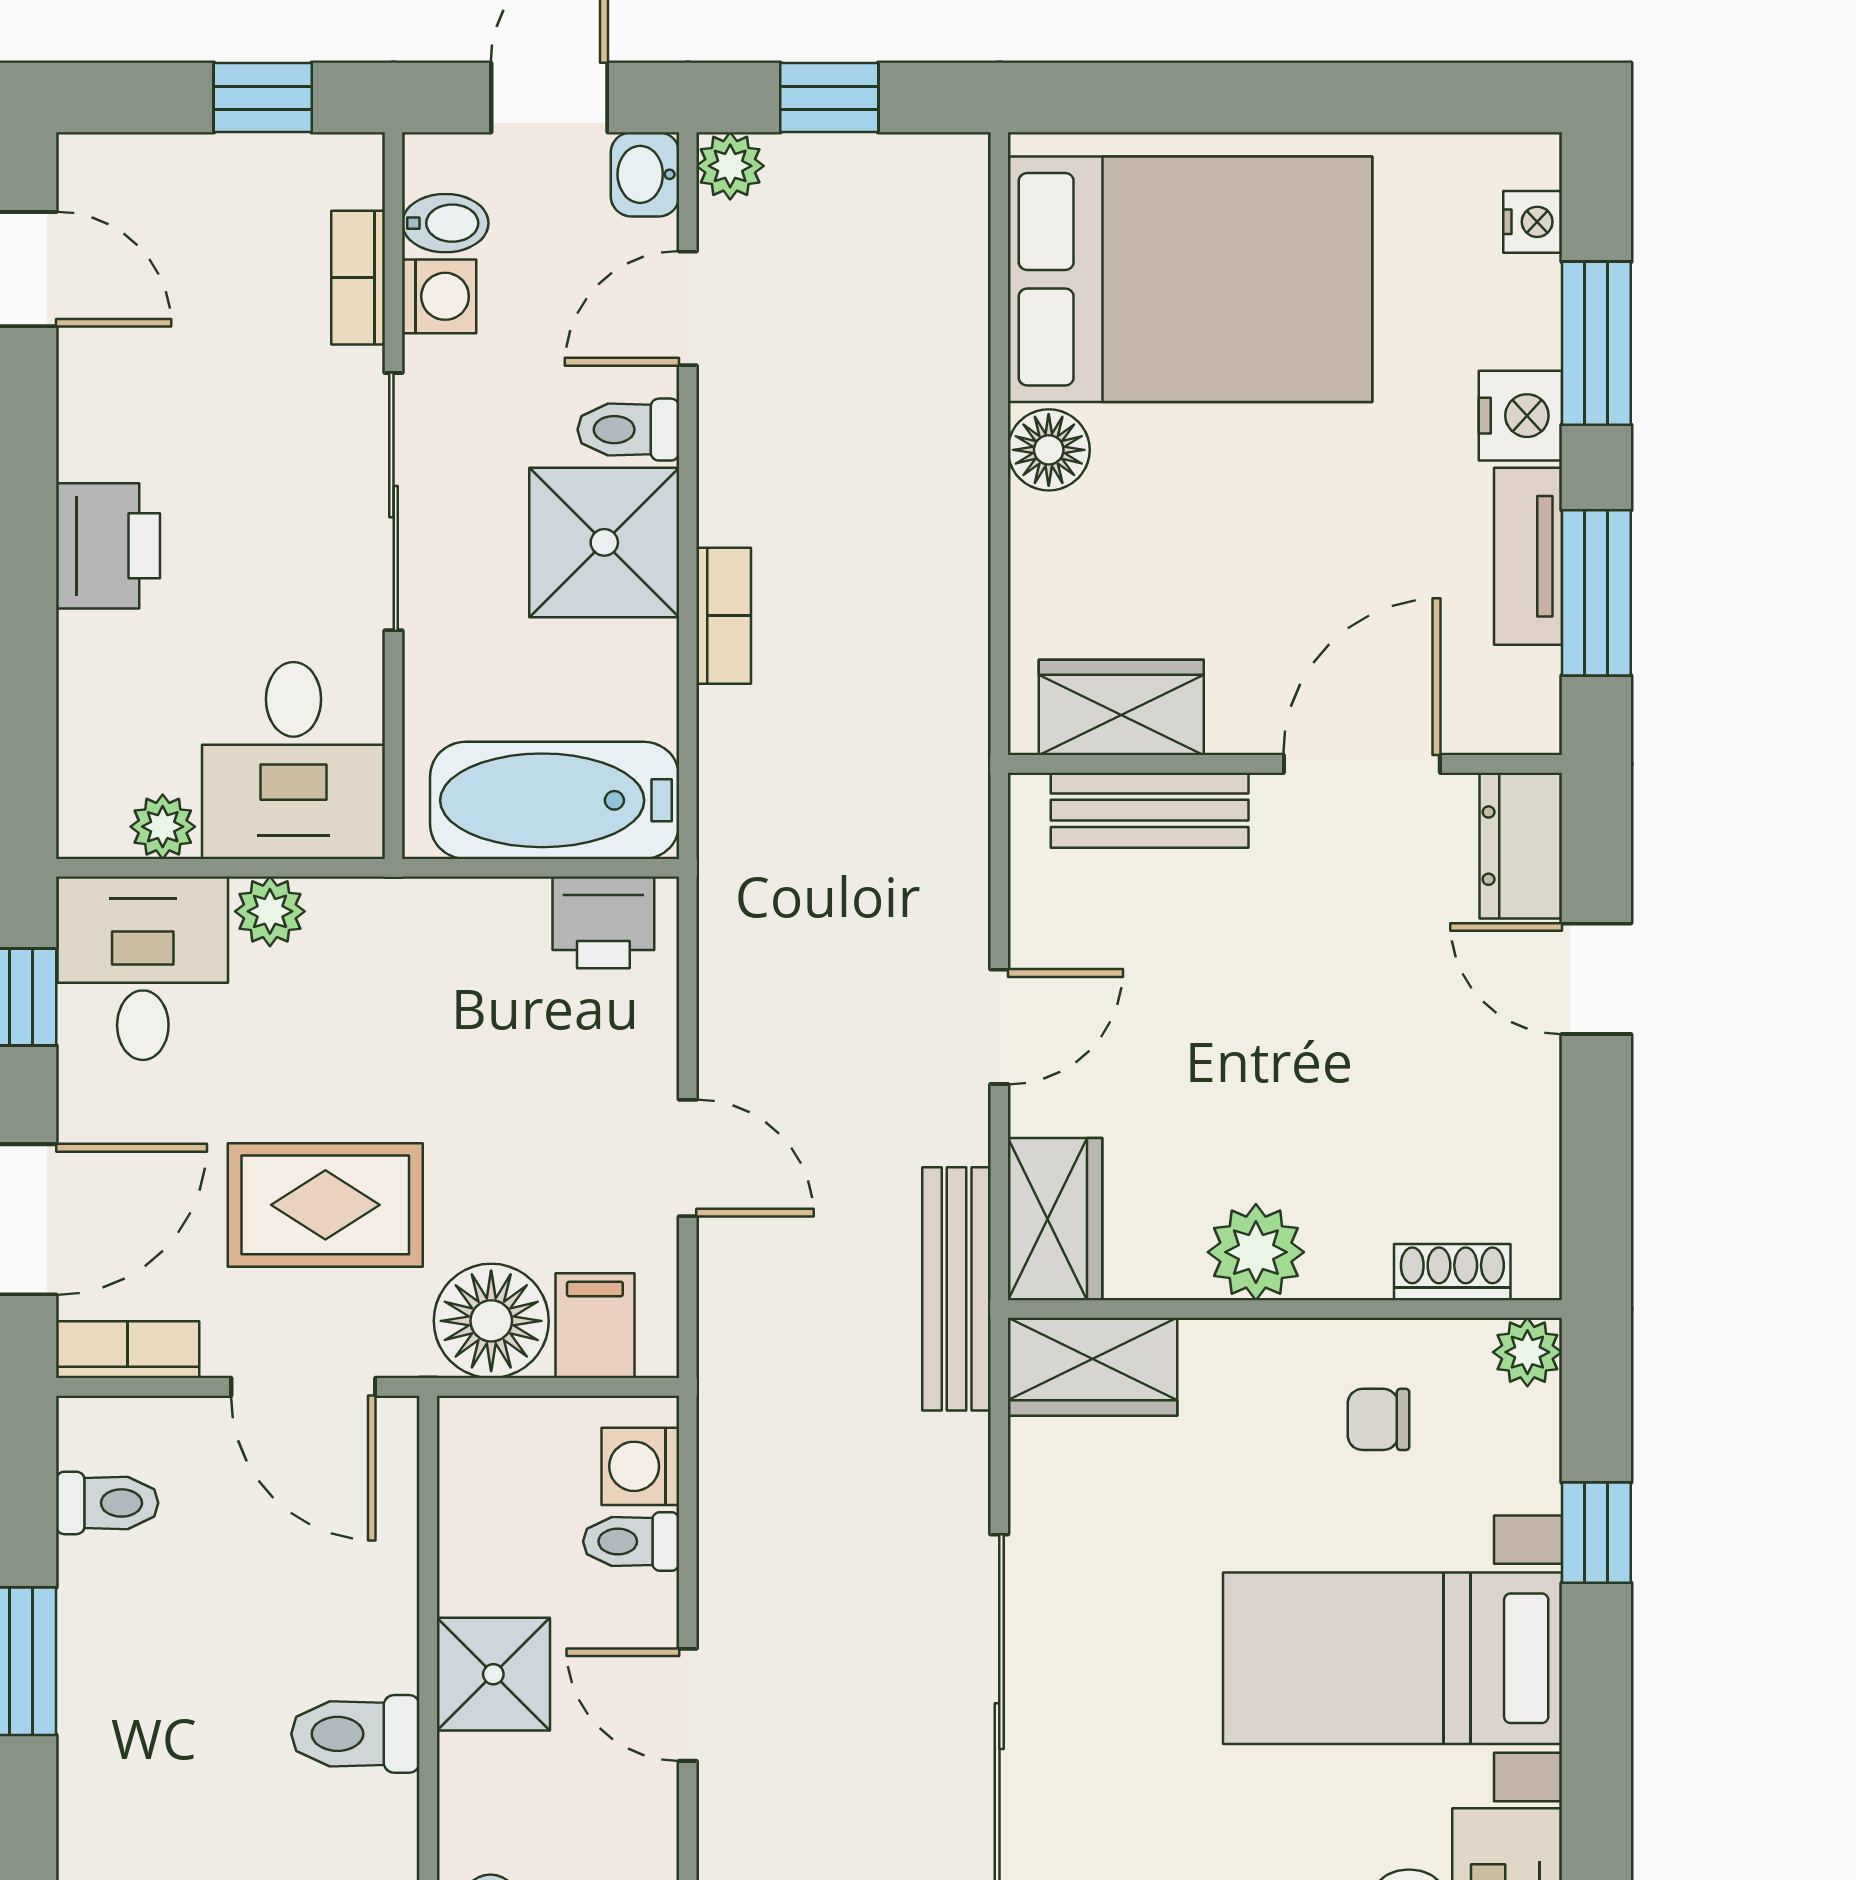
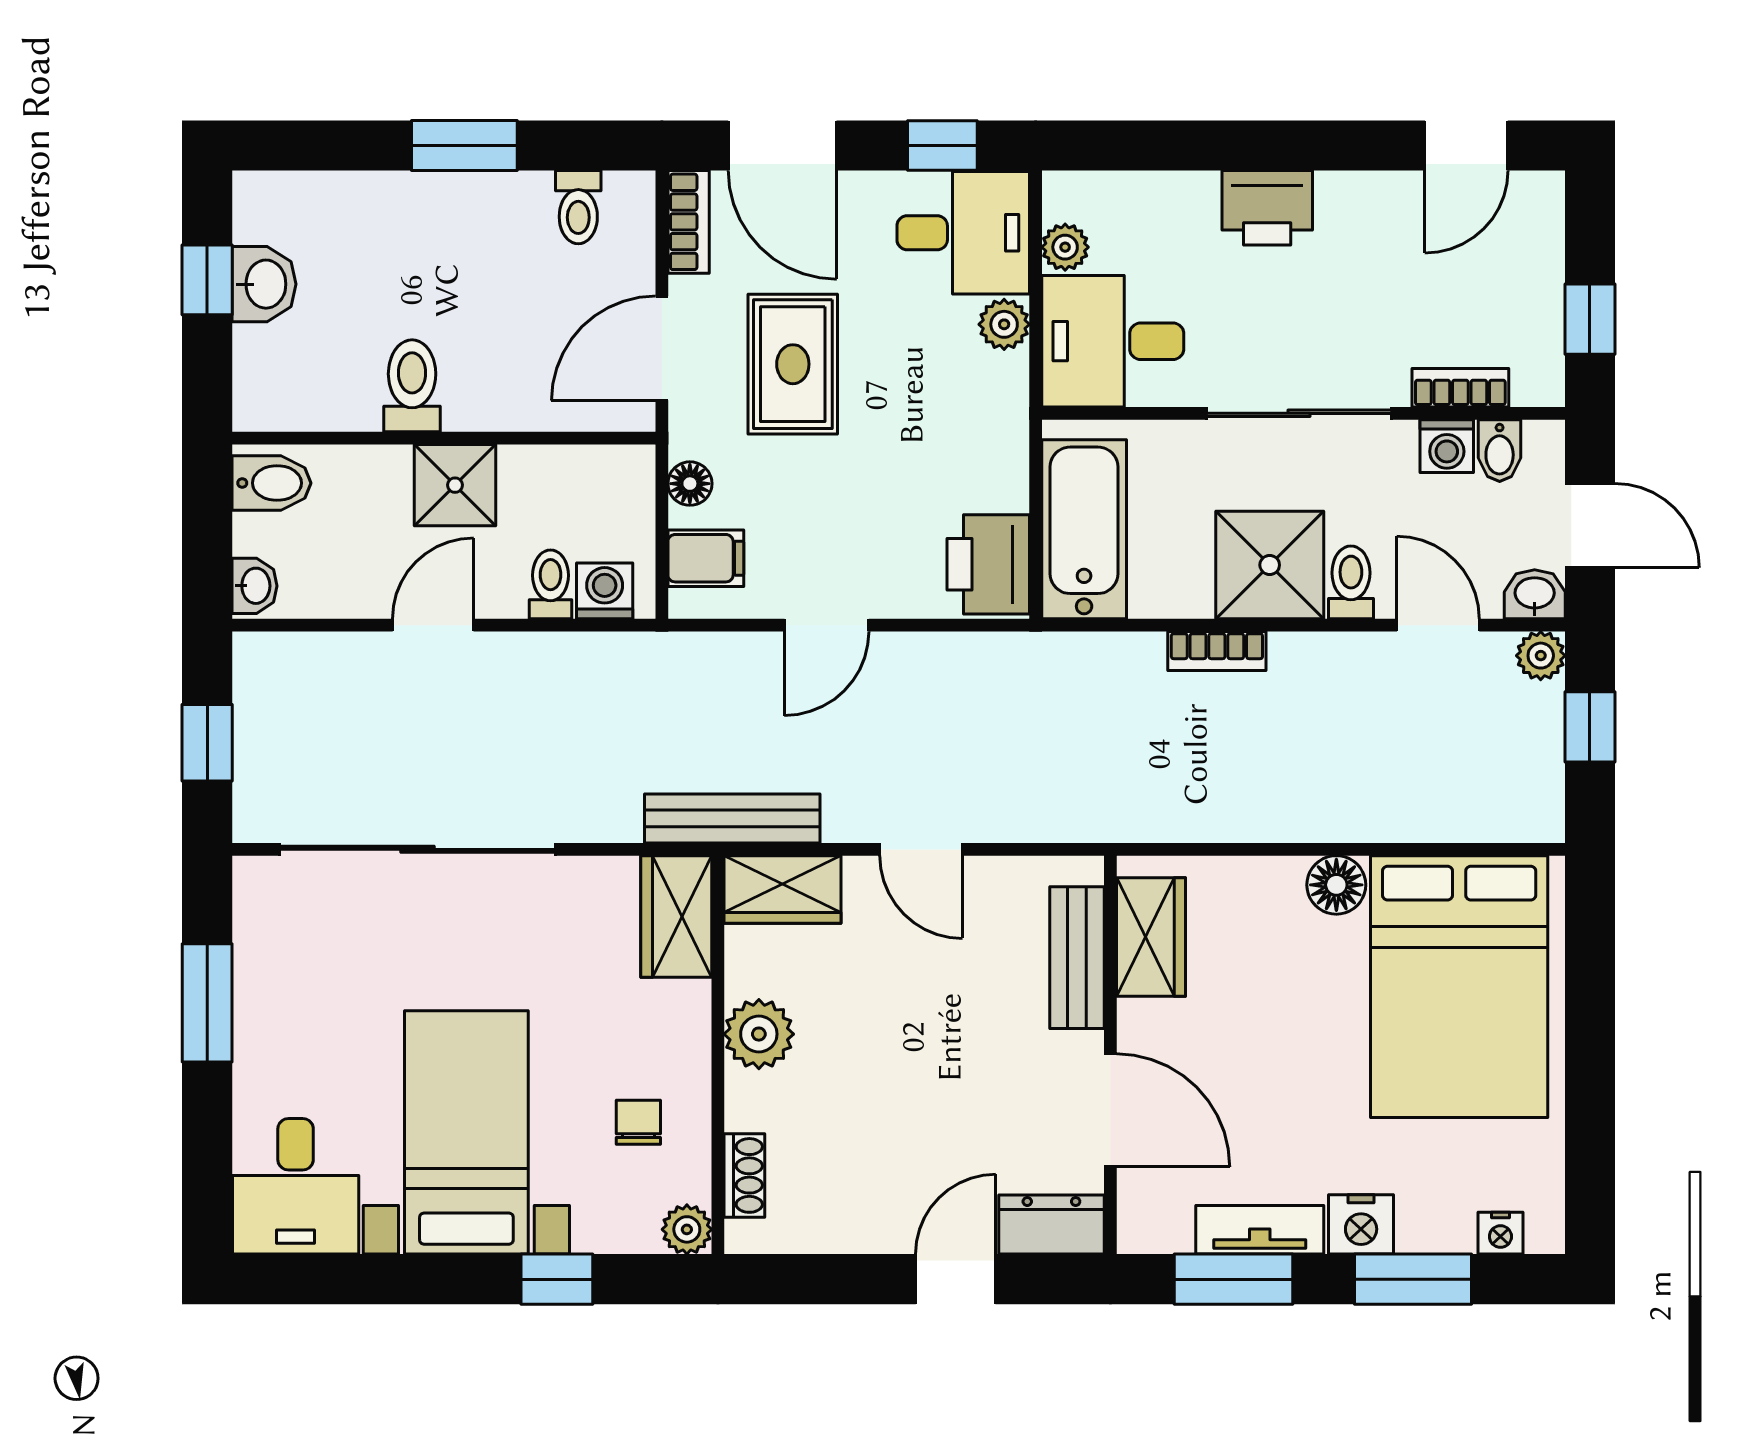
printer: (603, 922) -> (988, 564), width x1.36, depth x1.24
floor lamp: (491, 1321) -> (690, 484), width x0.53, depth x0.53

